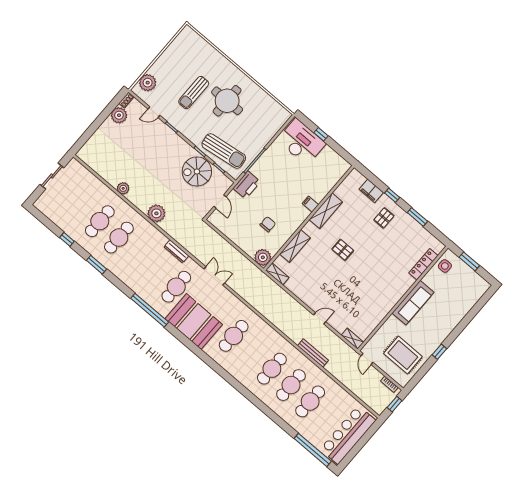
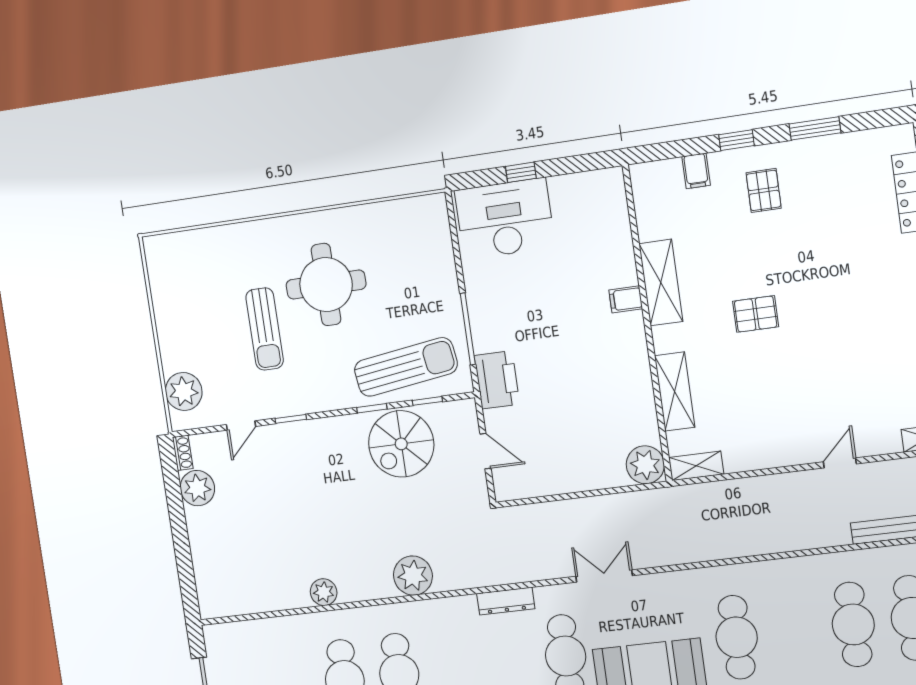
filing cabinet: (371, 191) -> (696, 171), width x0.50
chair: (268, 224) -> (596, 405), removed

